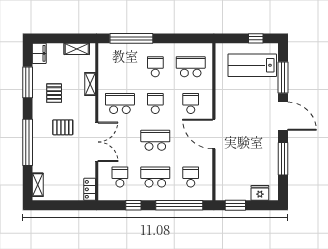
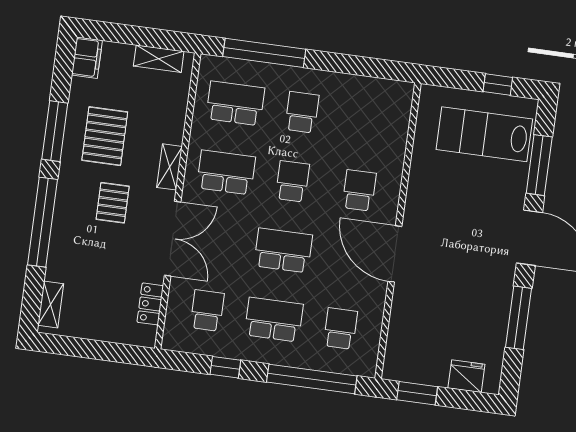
school desk: (191, 67) -> (235, 103), moved
window: (28, 82) -> (55, 131), moved
shelving: (90, 84) -> (170, 167), moved
pallet: (54, 93) -> (105, 136), width x1.50, depth x1.42
pallet: (63, 127) -> (113, 203), turned 90
locker: (90, 189) -> (150, 304), moved

